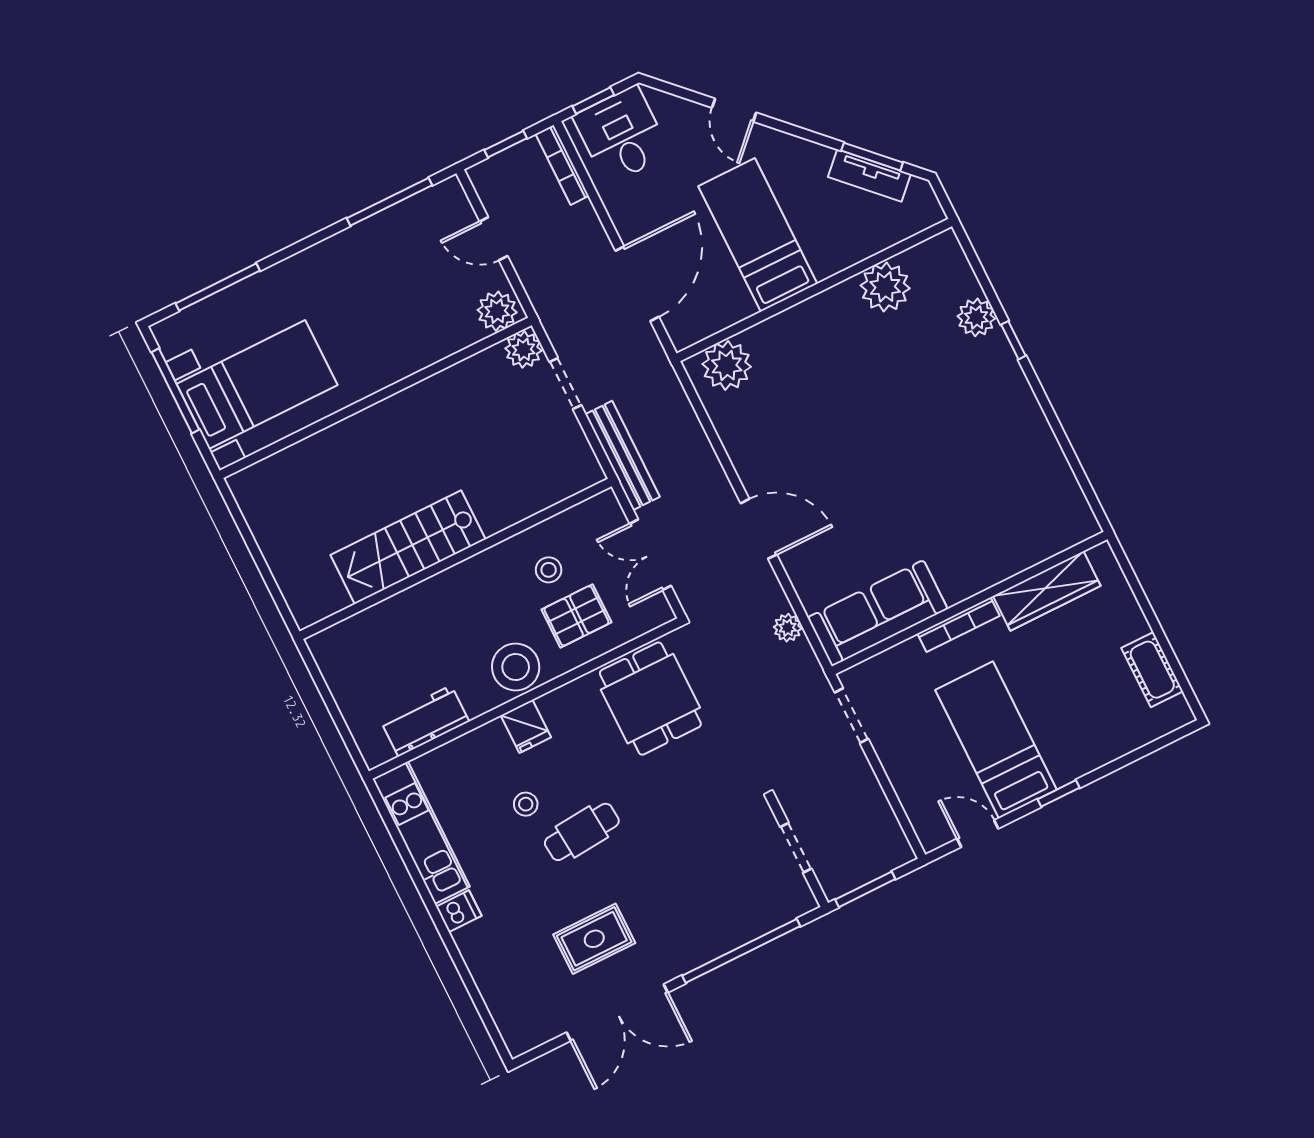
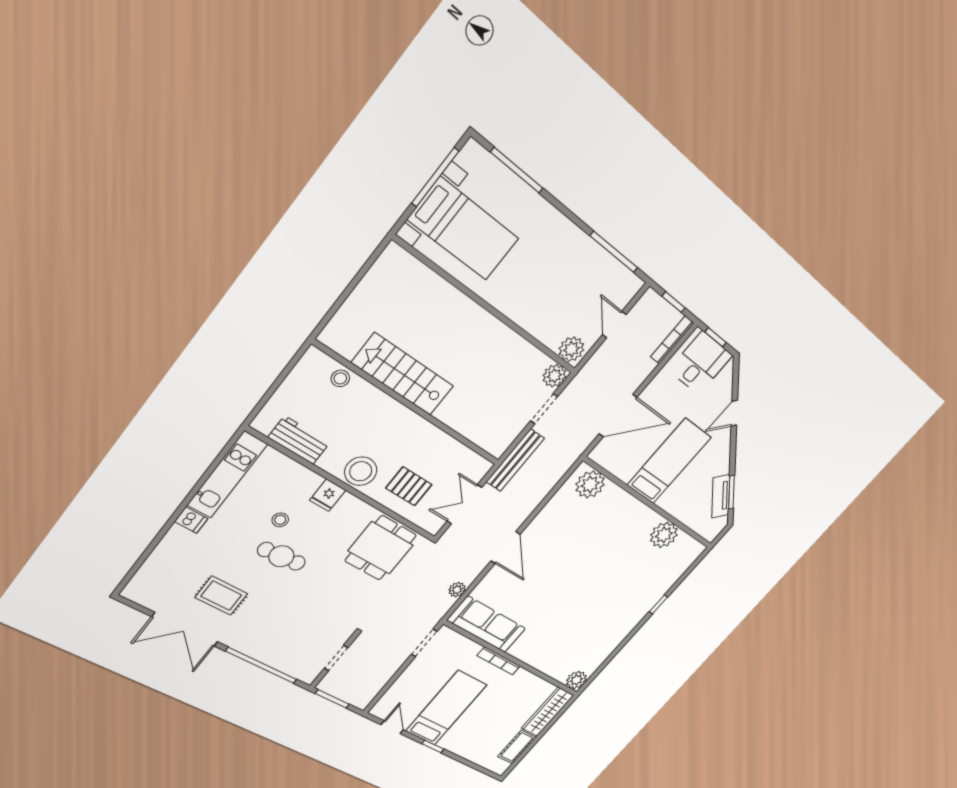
plant: (976, 317) -> (576, 680), moved
stool: (549, 570) -> (340, 378), moved
wardrobe: (1047, 591) -> (548, 712), moved, turned 90

